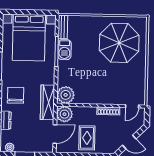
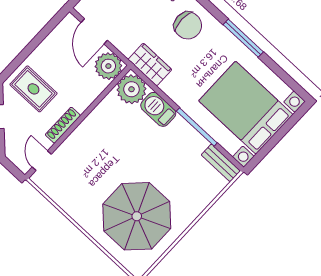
barbecue: (64, 50) -> (158, 109), moved
wardrobe: (47, 102) -> (150, 65), width x0.67
rug: (87, 138) -> (33, 89), moved

